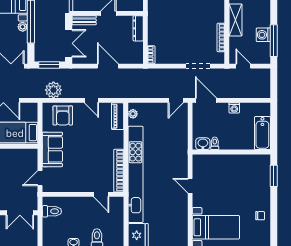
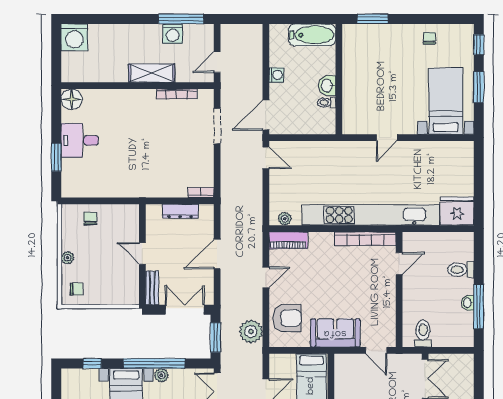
dresser: (138, 28) -> (180, 211), moved
washbasin: (203, 144) -> (327, 86), moved

